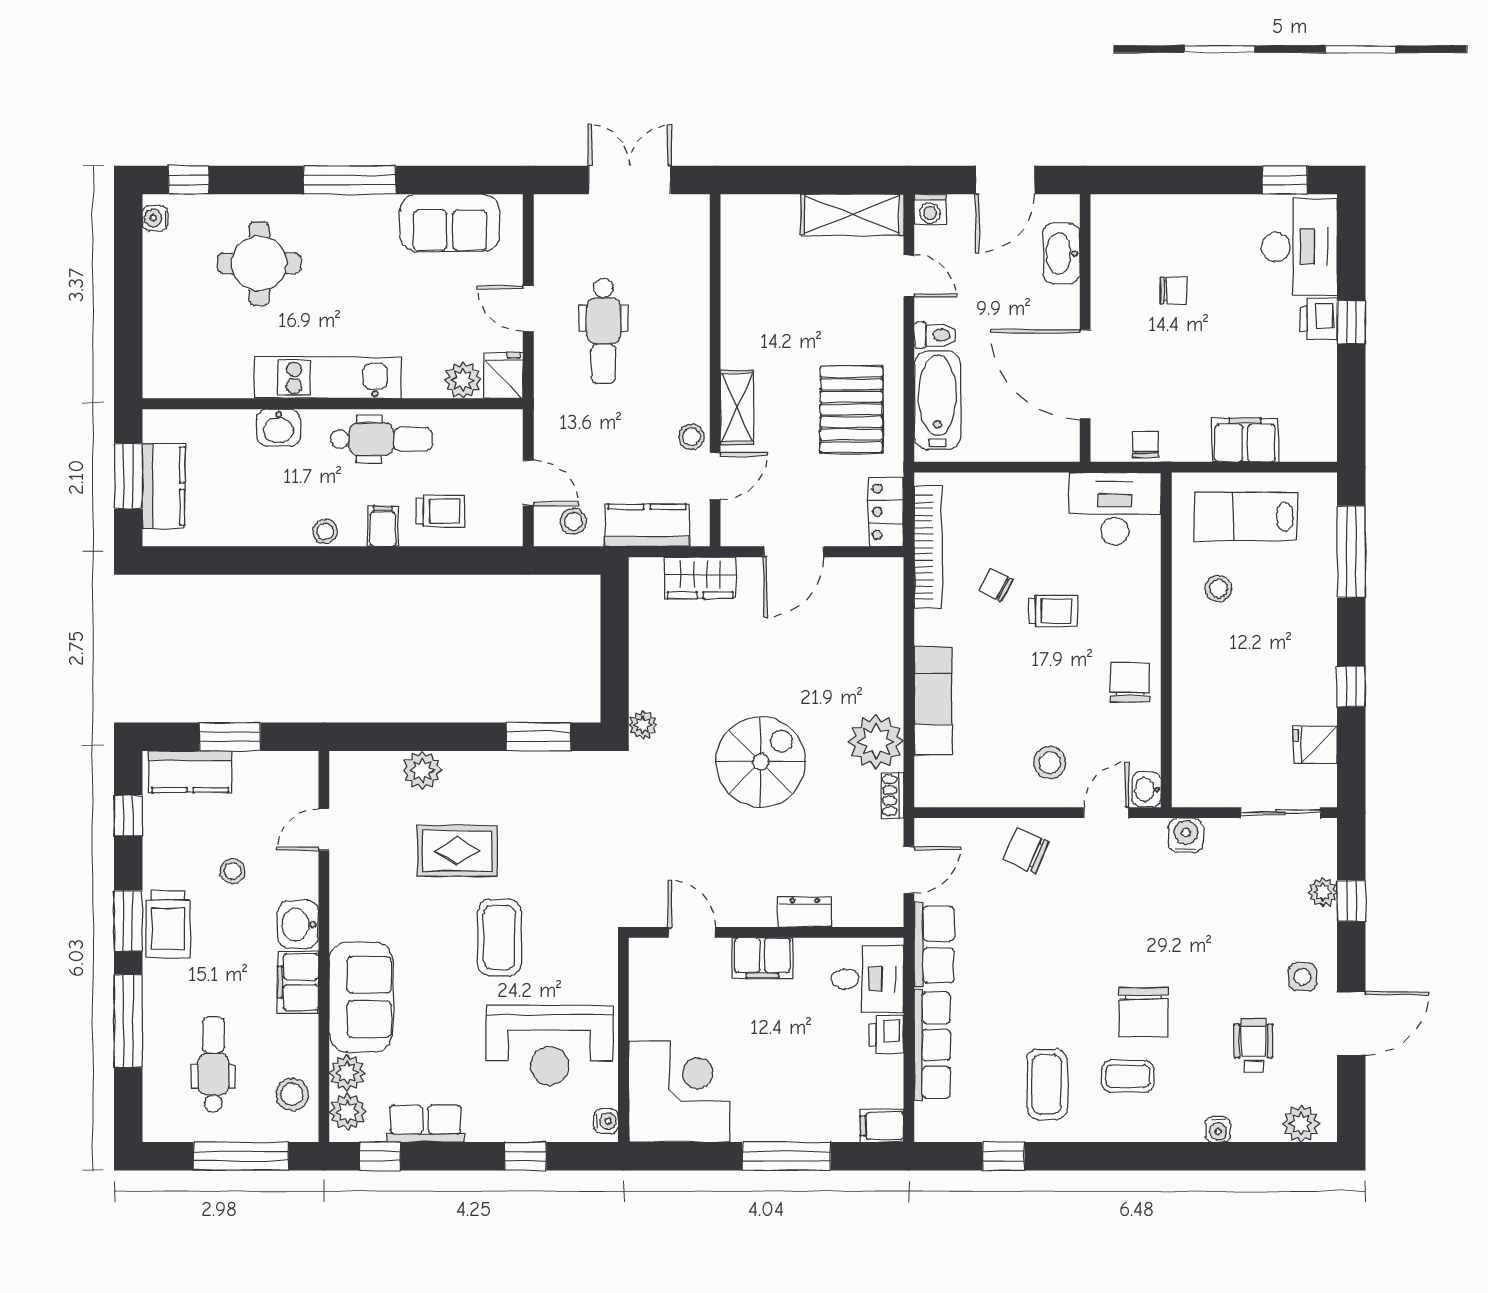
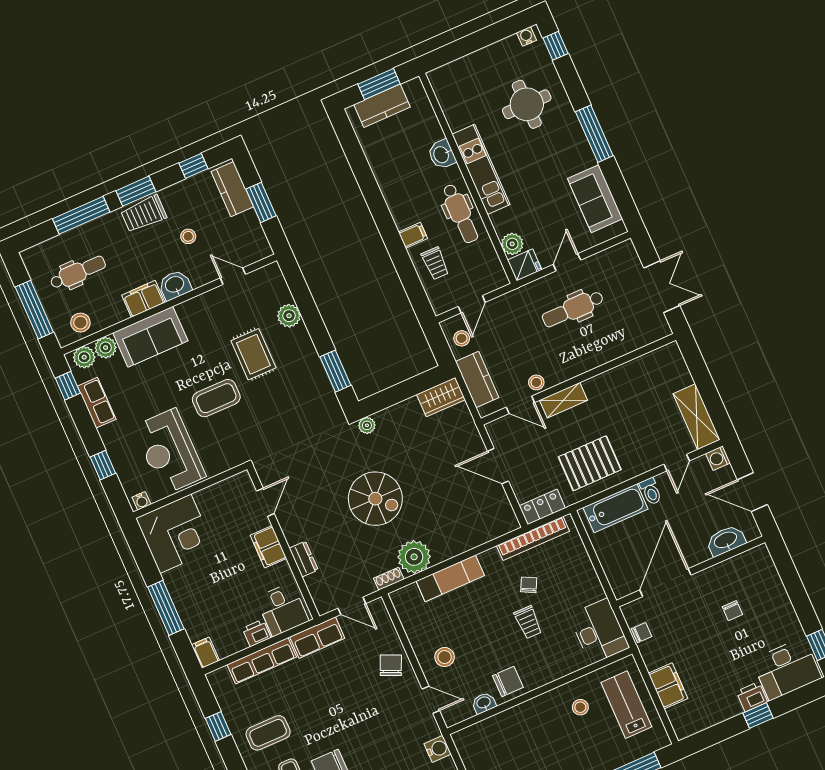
stool: (325, 532) -> (396, 205), removed
wardrobe: (700, 578) -> (441, 397), moved, turned -90
washbasin: (1147, 790) -> (484, 703), moved

